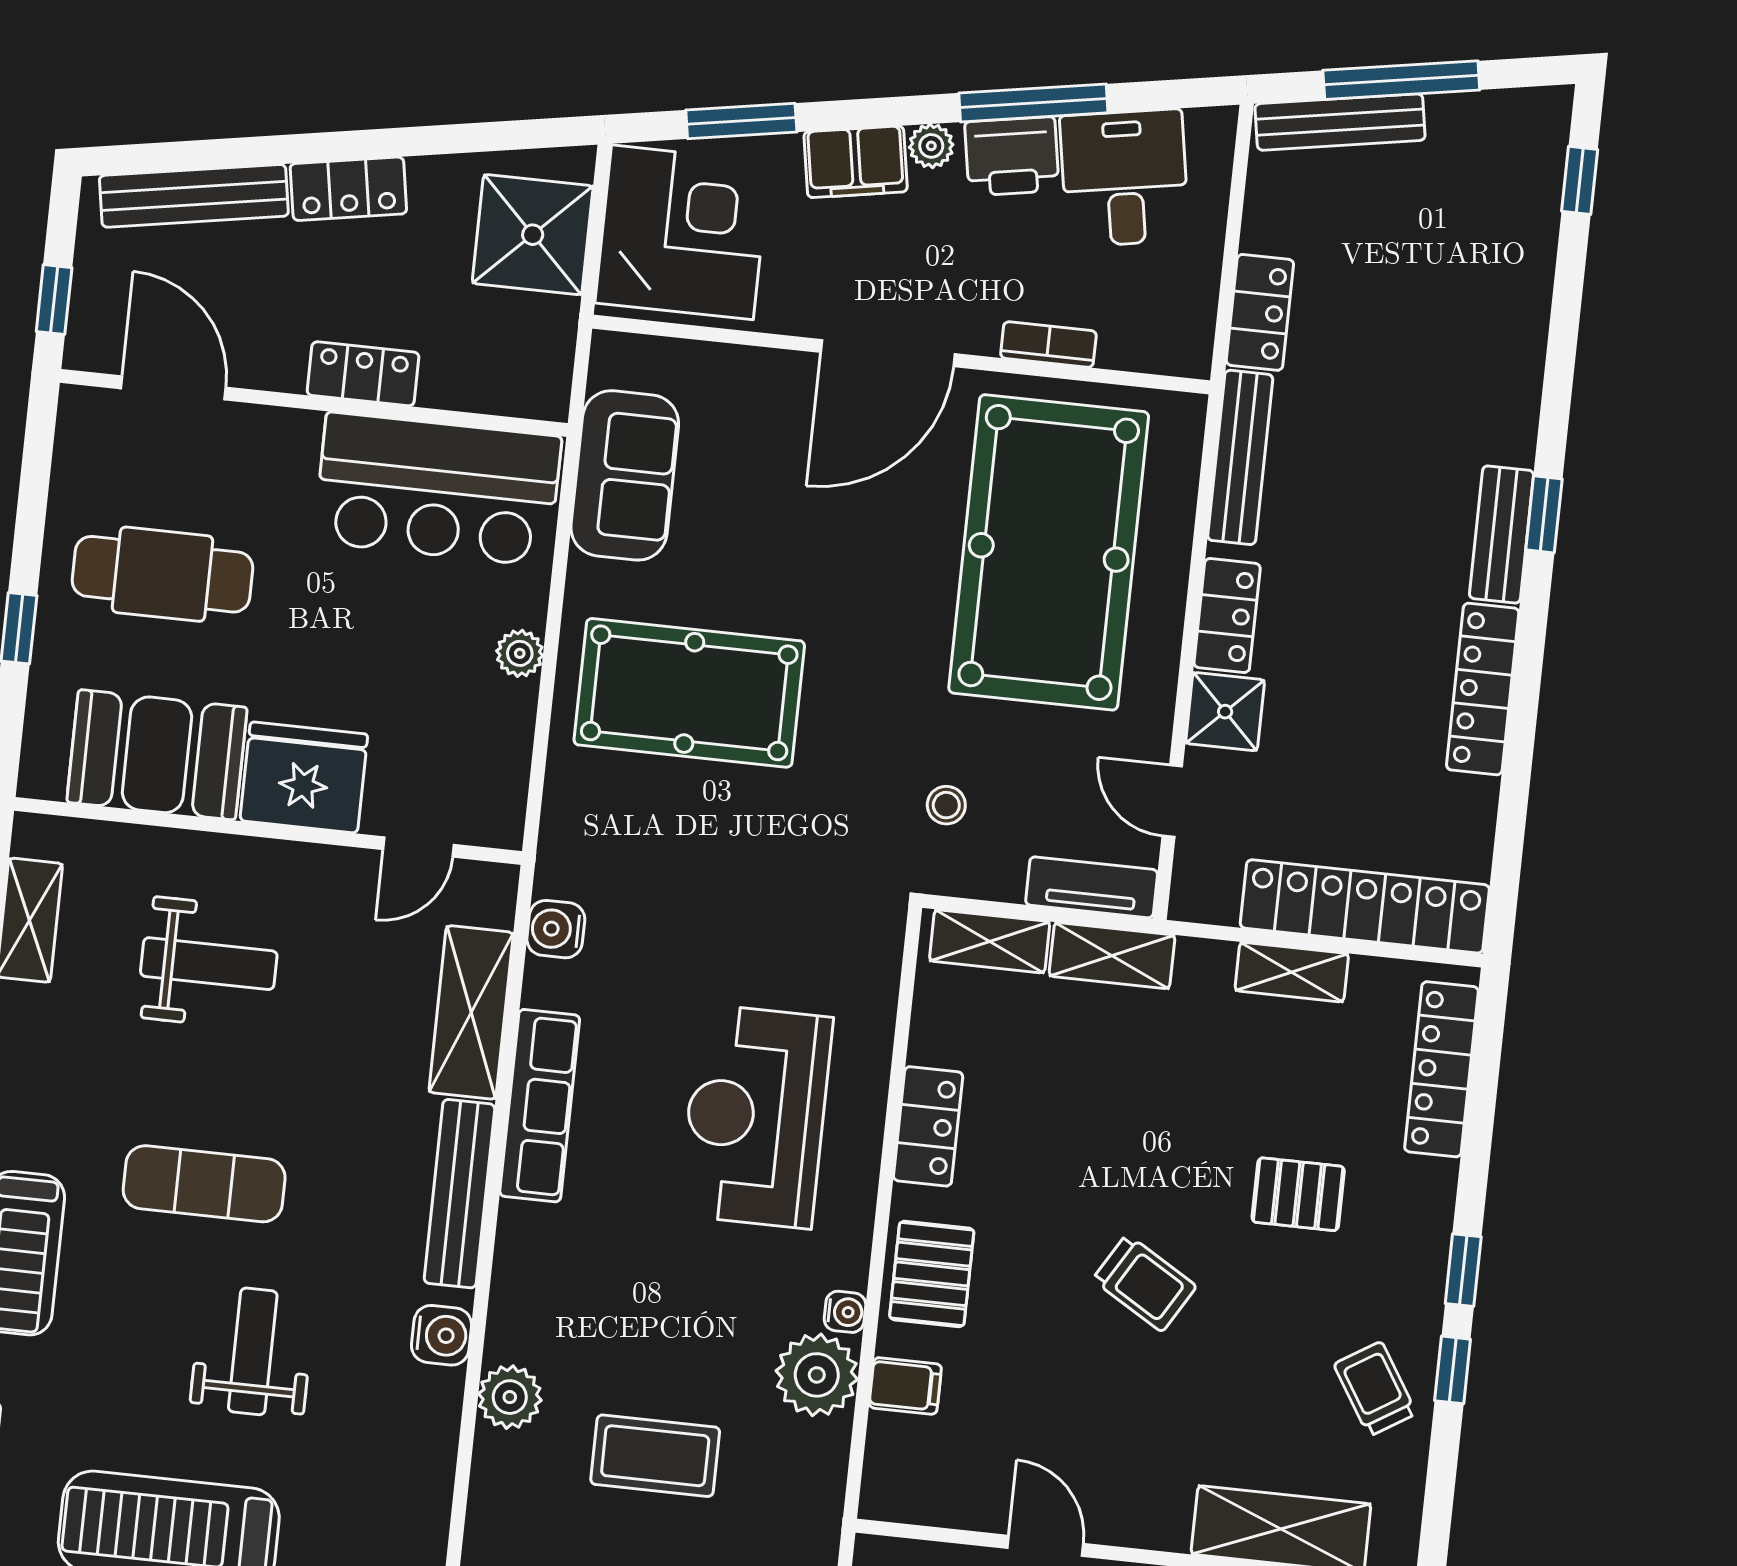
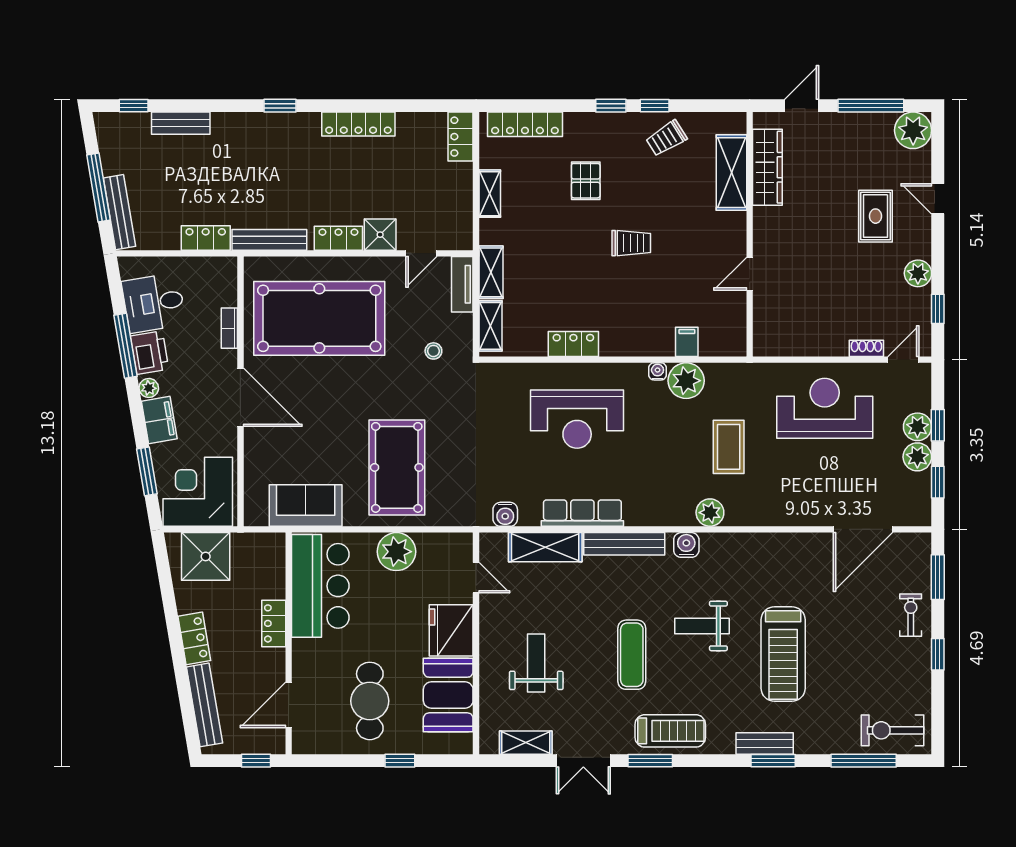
bench: (1501, 534) -> (181, 123), moved
plant: (520, 653) -> (396, 552), width x1.88, depth x1.88
locker: (1365, 906) -> (461, 137), width x0.46, depth x0.83
pallet: (932, 1274) -> (637, 336), removed
trolley: (1144, 1283) -> (631, 243), turned 59

